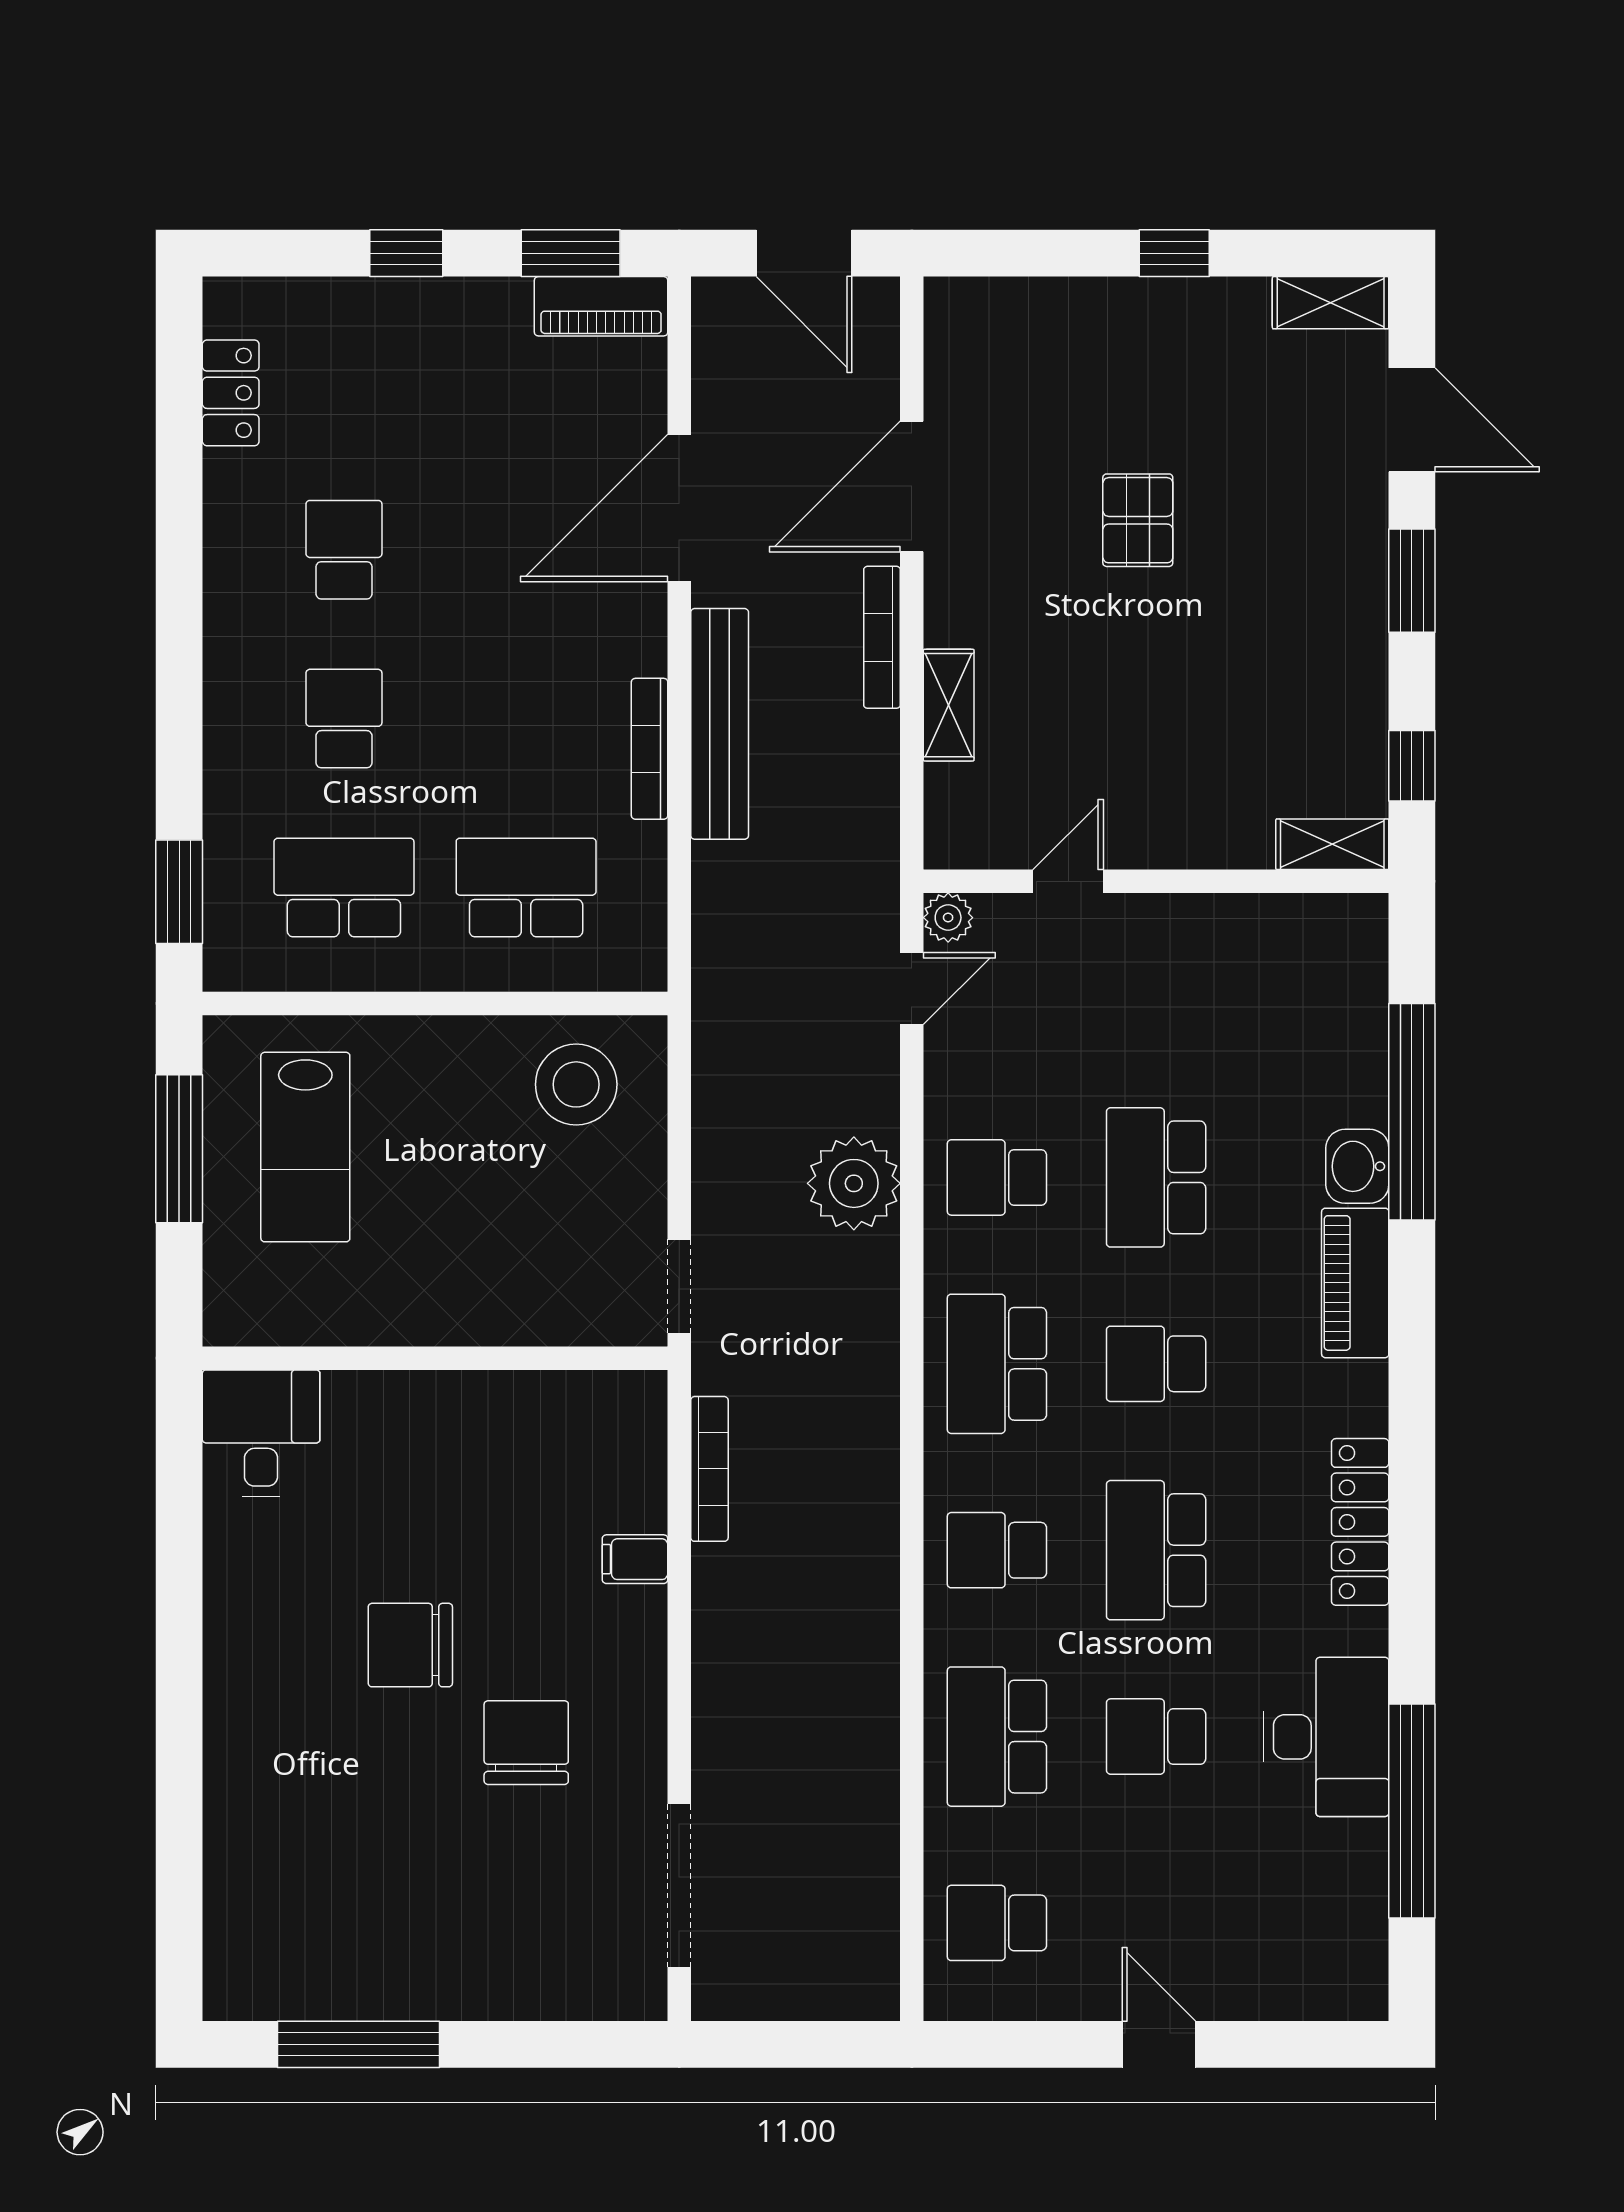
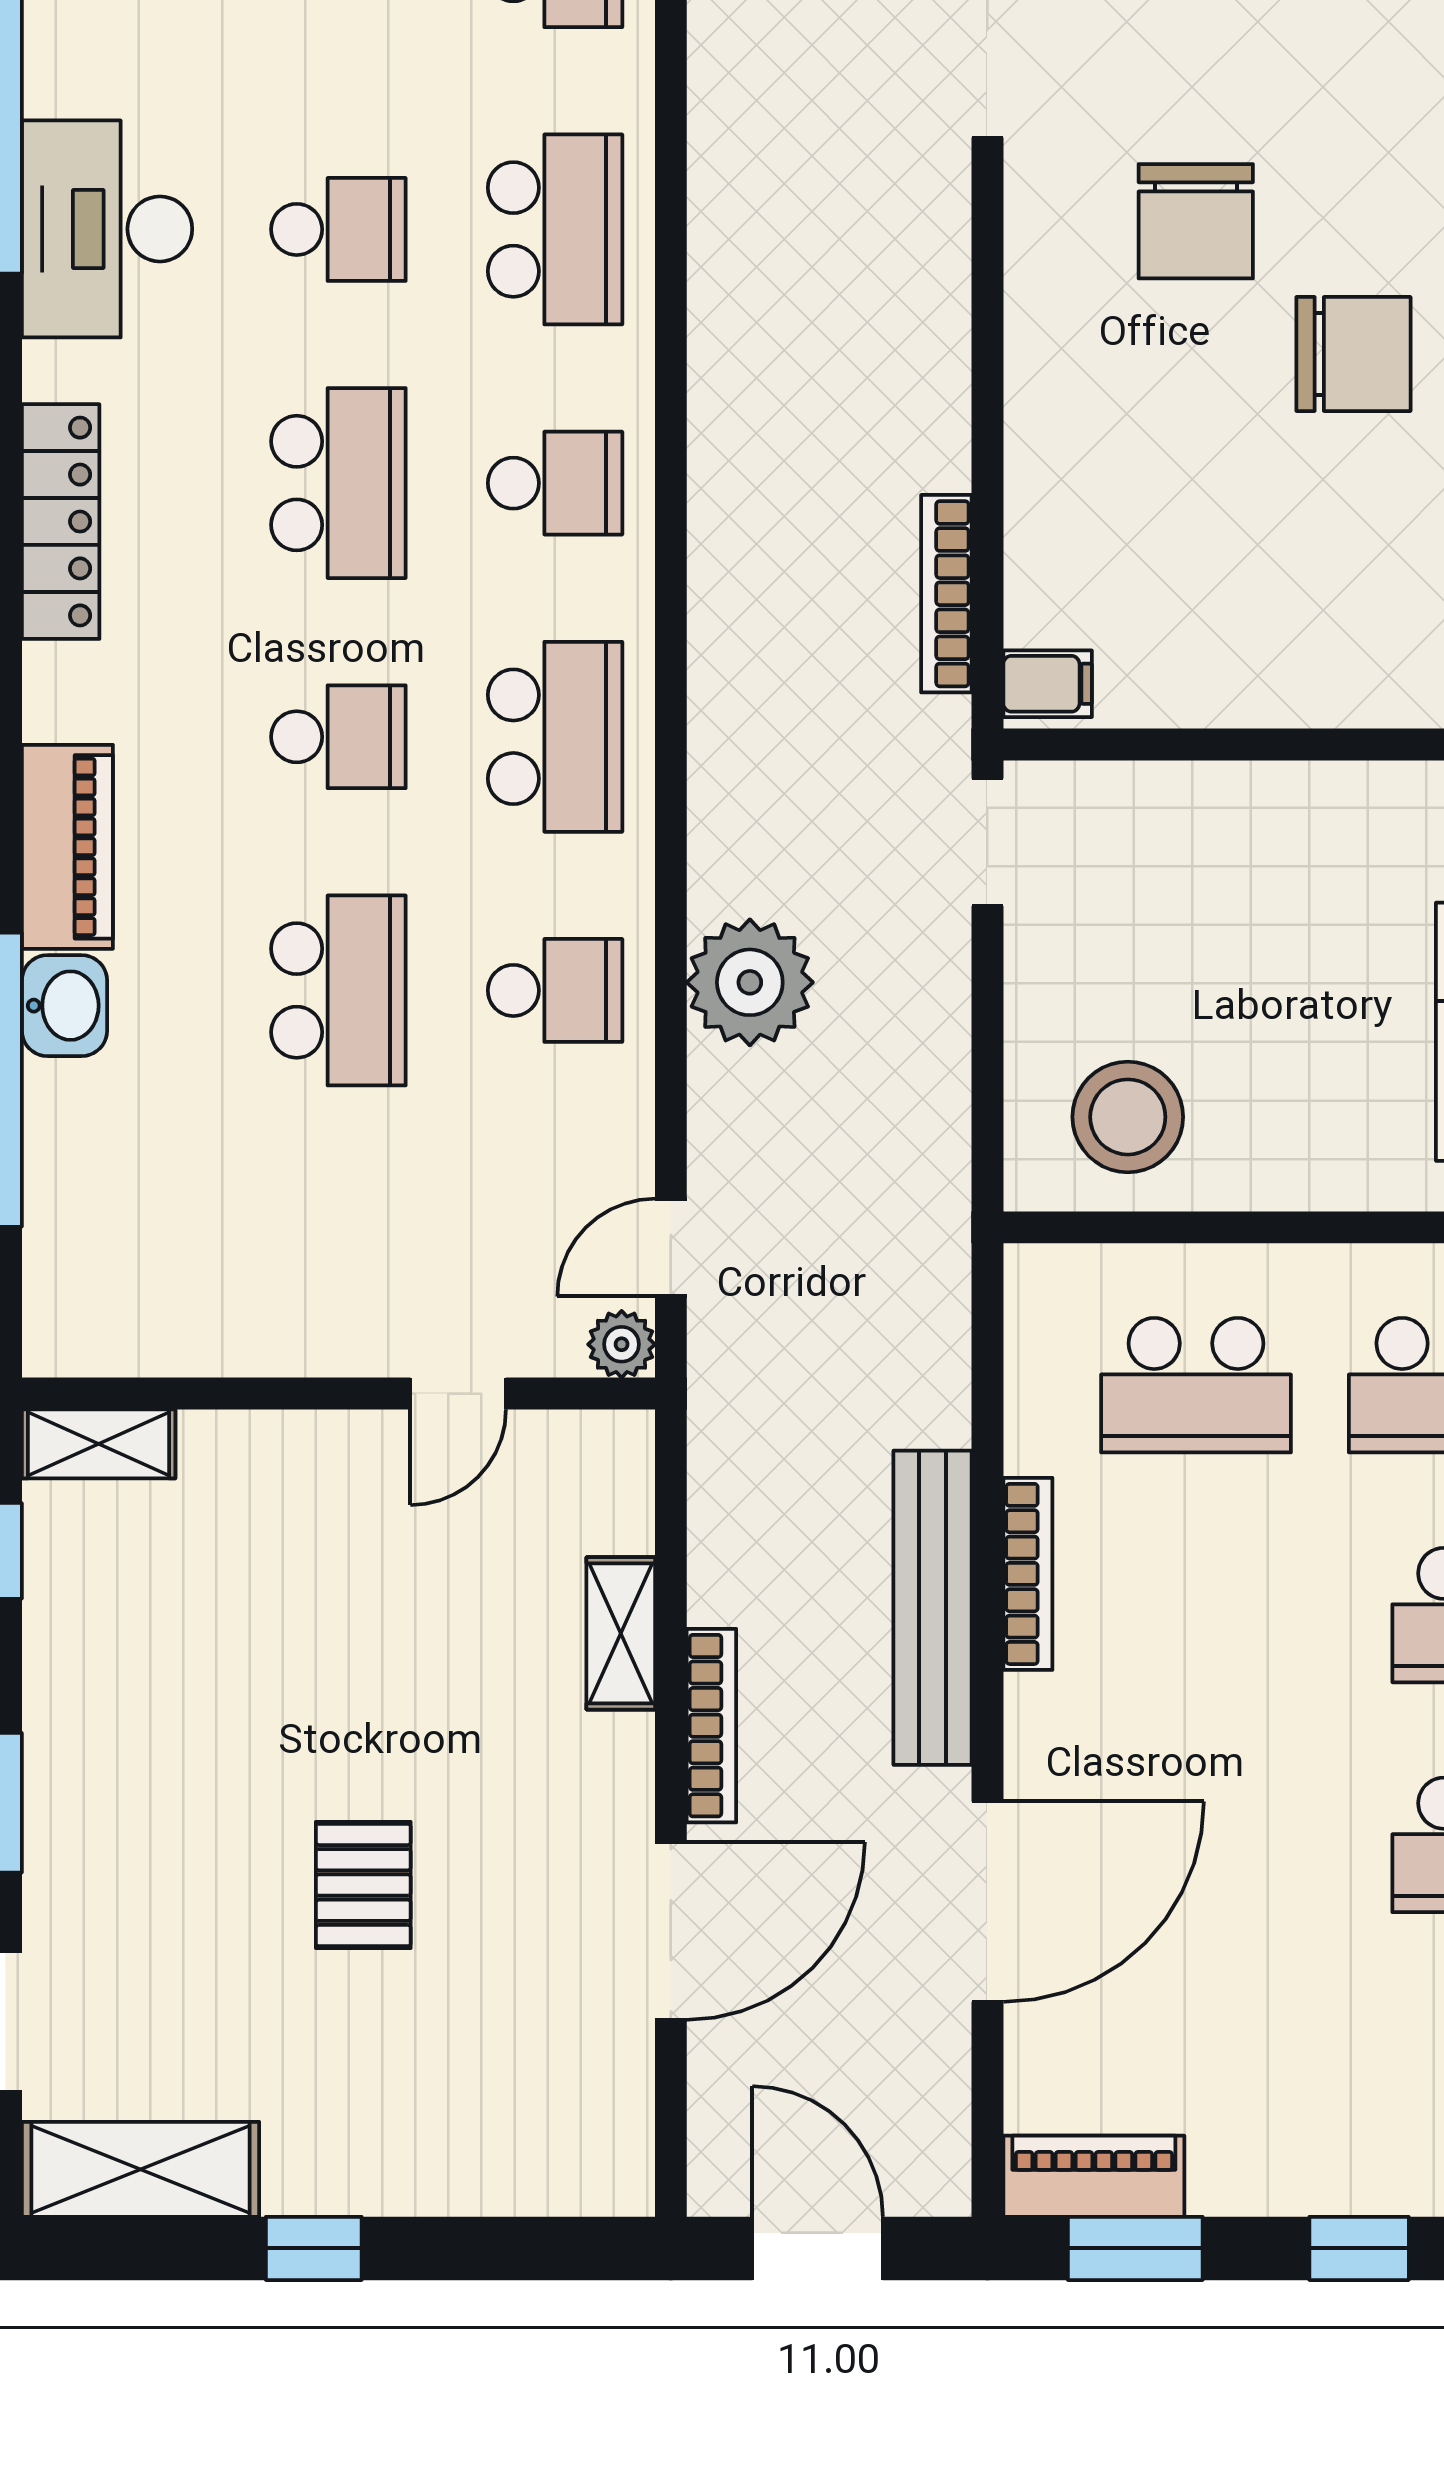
shelving: (1331, 303) -> (140, 2169), width x1.50, depth x1.33
filing cabinet: (635, 1559) -> (1048, 684), moved

